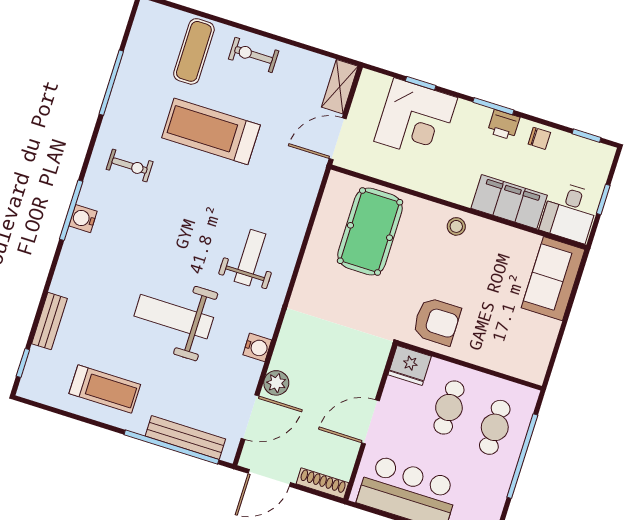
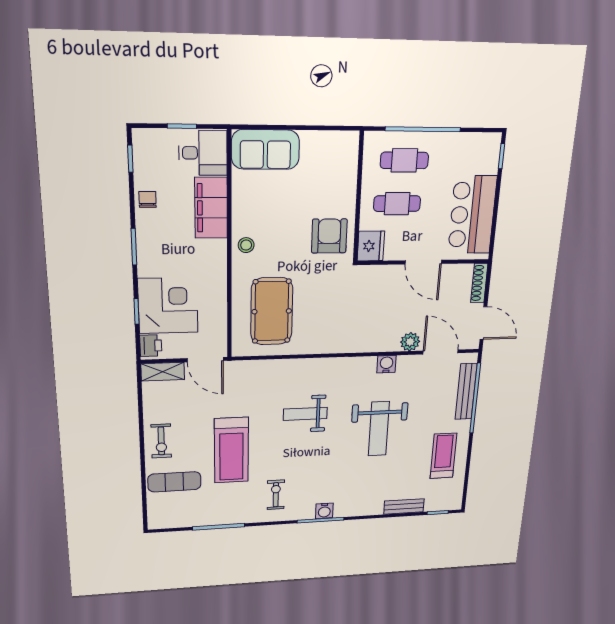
printer: (504, 125) -> (151, 346), moved
pool table: (370, 231) -> (272, 311), turned 90
weight bench: (250, 258) -> (305, 414), moved

